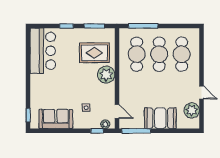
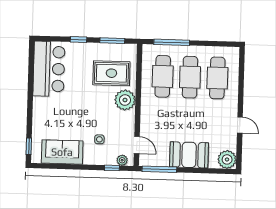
plant: (192, 110) -> (227, 159), moved

